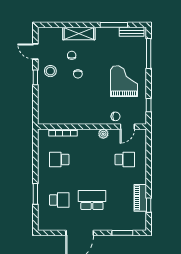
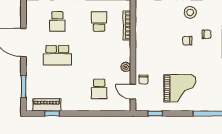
piano: (140, 198) -> (47, 105), moved
school desk: (92, 200) -> (57, 55), turned 90

